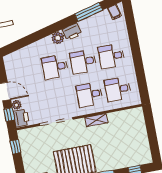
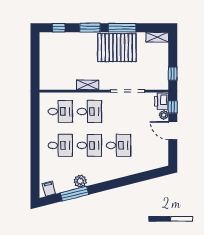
printer: (72, 32) -> (95, 177), removed
plant: (58, 38) -> (80, 181), moved

